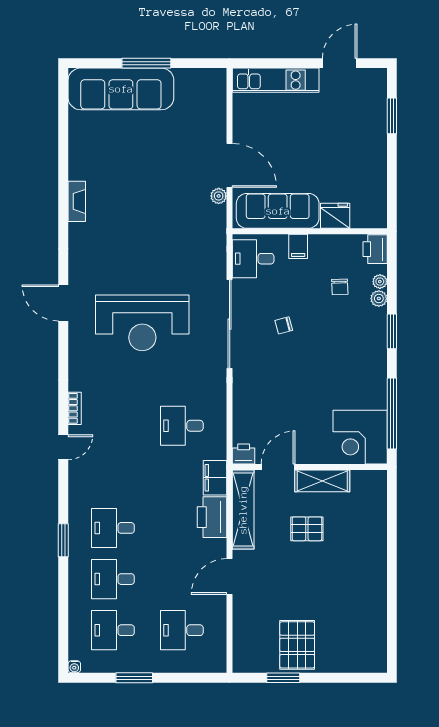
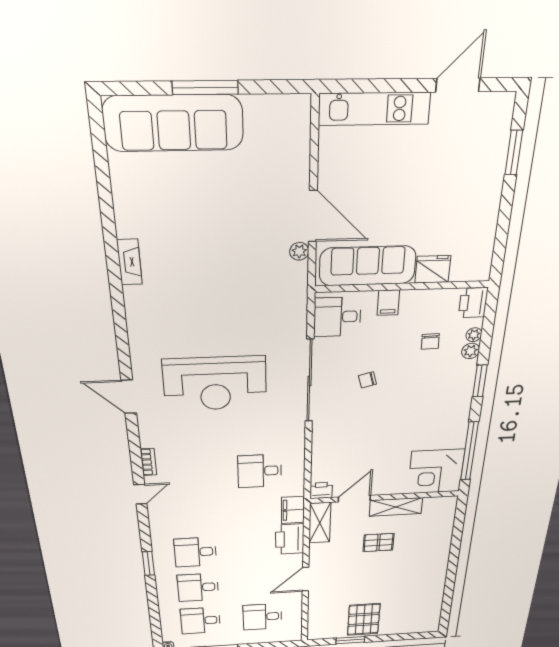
door: (63, 303) -> (129, 397), moved
shelving: (243, 510) -> (320, 523), width x0.68

